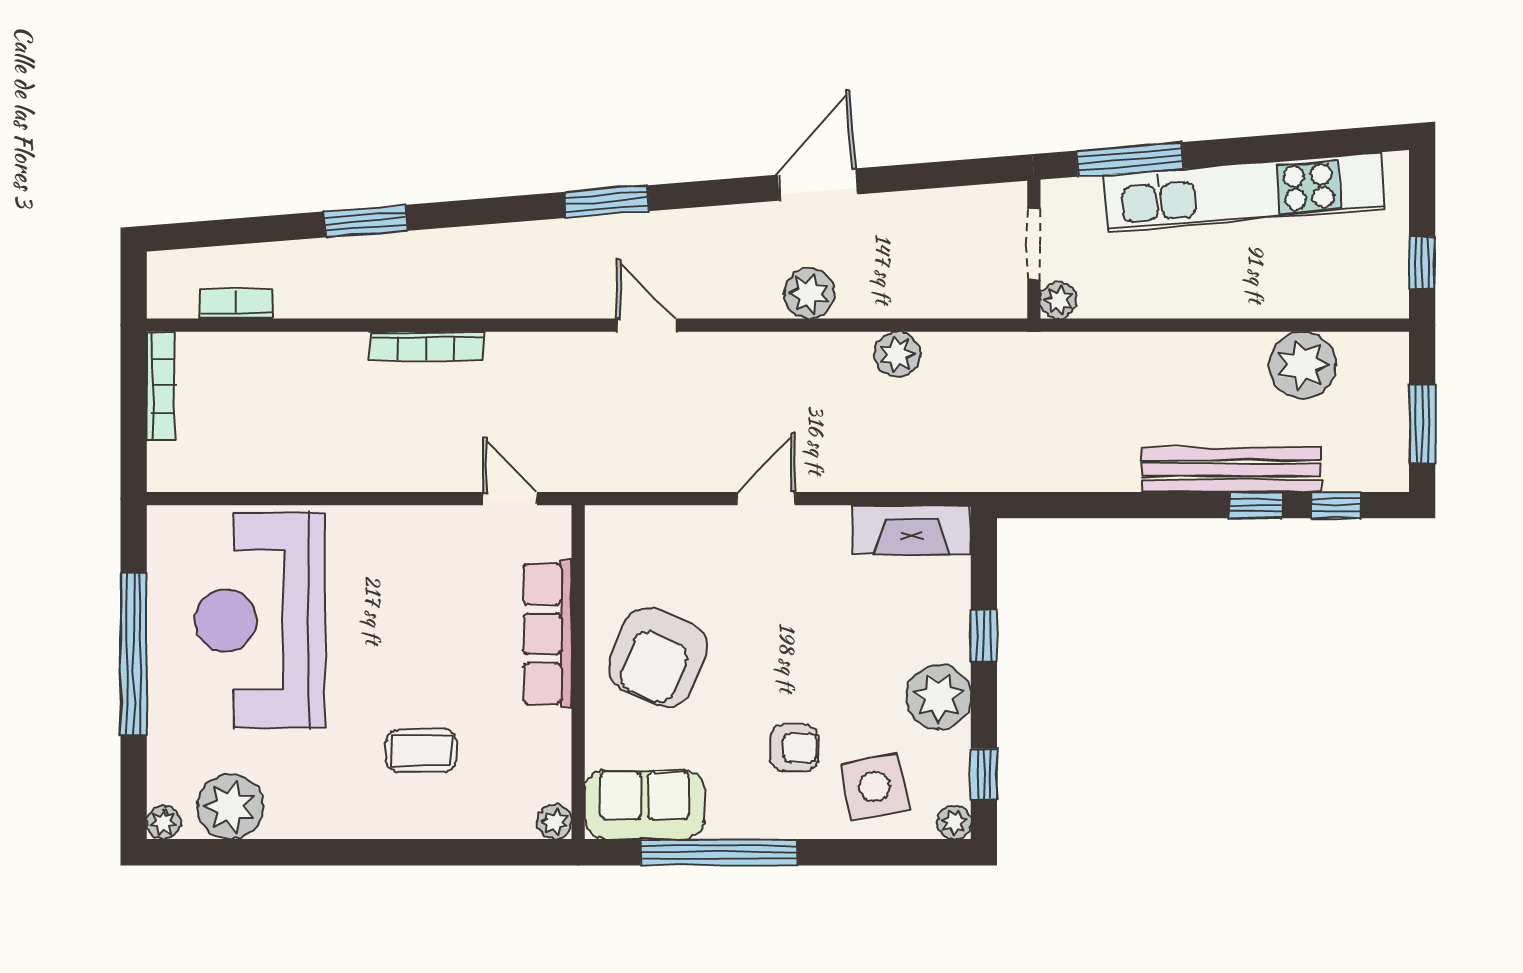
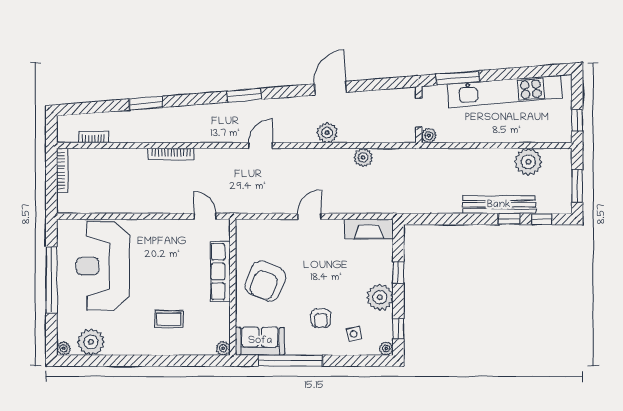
door: (646, 325) -> (261, 146), hinge flipped
armchair: (794, 748) -> (321, 318), turned 90
side table: (875, 787) -> (354, 334), width x0.54, depth x0.54

